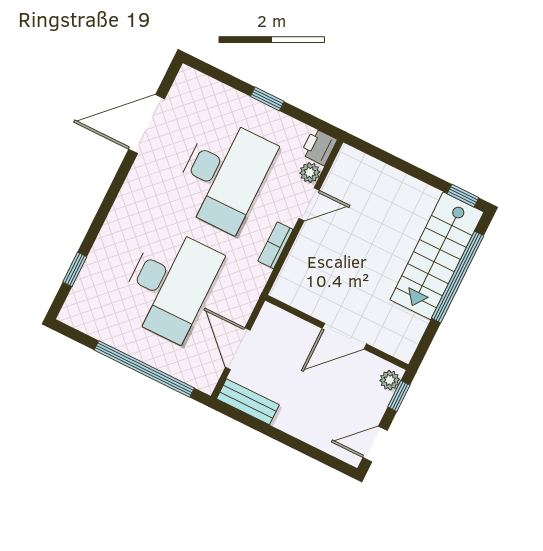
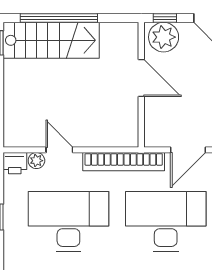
bookcase: (275, 245) -> (124, 162), width x2.31, depth x1.31
plant: (390, 380) -> (164, 37), width x1.87, depth x1.87

